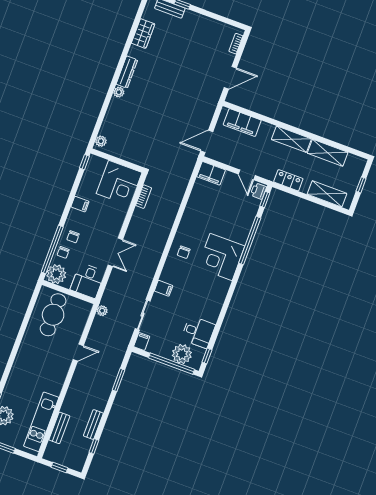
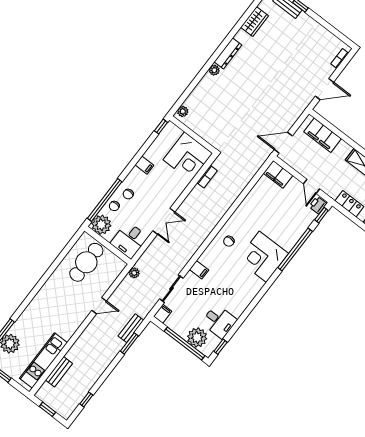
bench: (93, 425) -> (131, 328), moved

